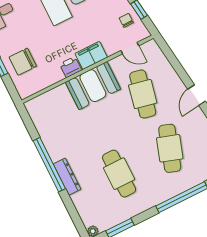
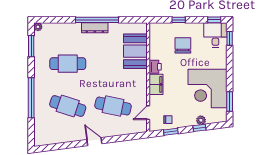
chair: (23, 62) -> (183, 45), moved
booth: (93, 86) -> (135, 51), moved
dresser: (67, 177) -> (95, 28), moved

